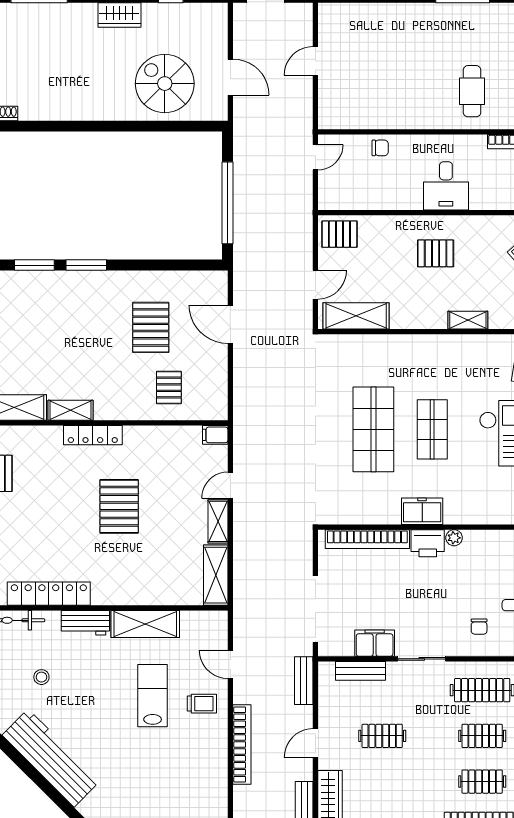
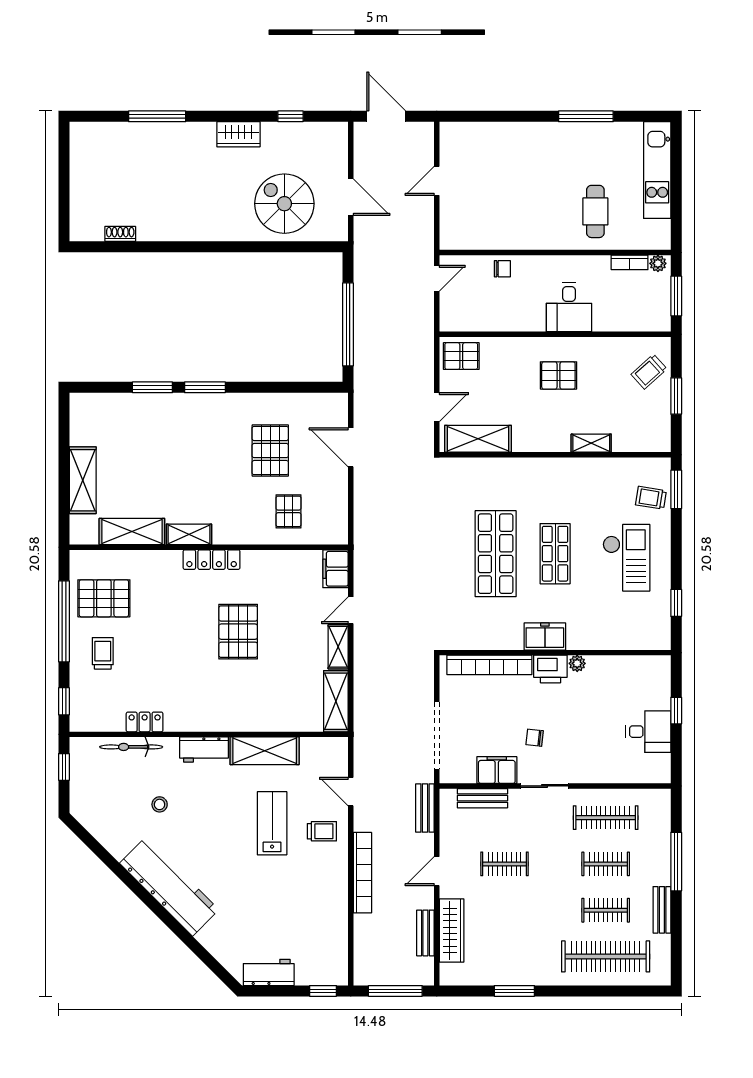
filing cabinet: (215, 435) -> (335, 569), width x2.00
locker: (49, 594) -> (145, 722), width x0.46, depth x0.83
chair: (479, 627) -> (535, 738), moved, turned 96

